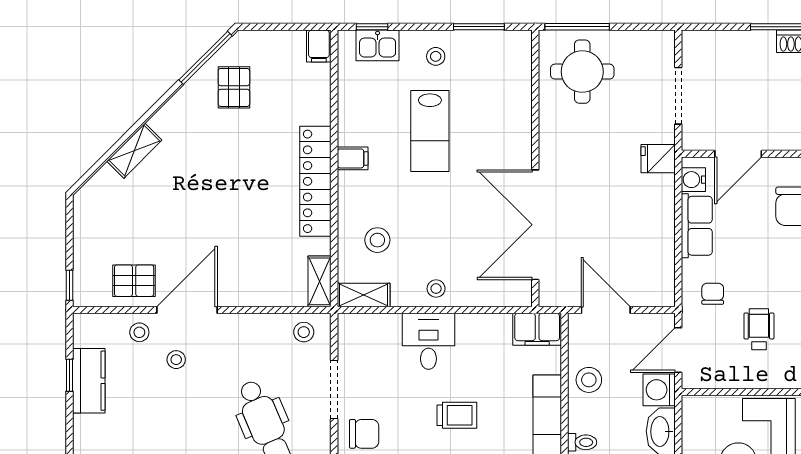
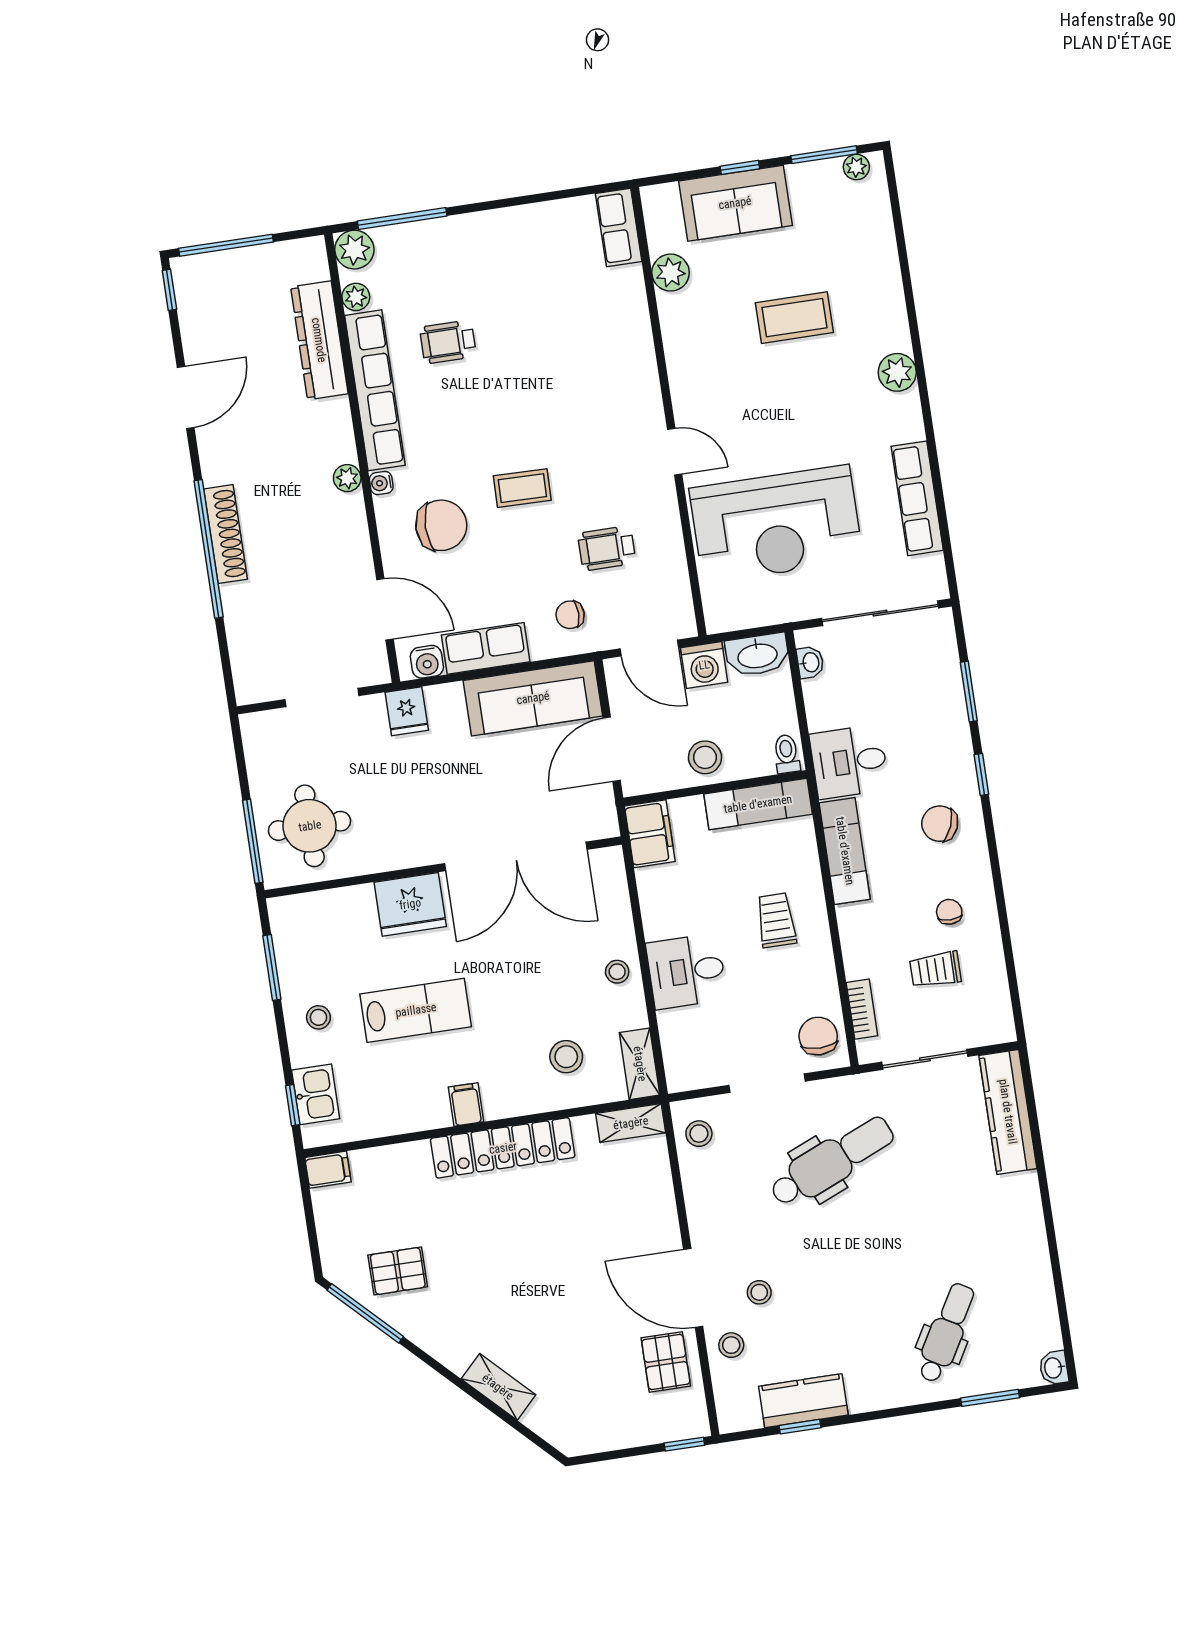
fridge: (511, 139) -> (410, 904), added
sofa: (653, 256) -> (533, 698), added

